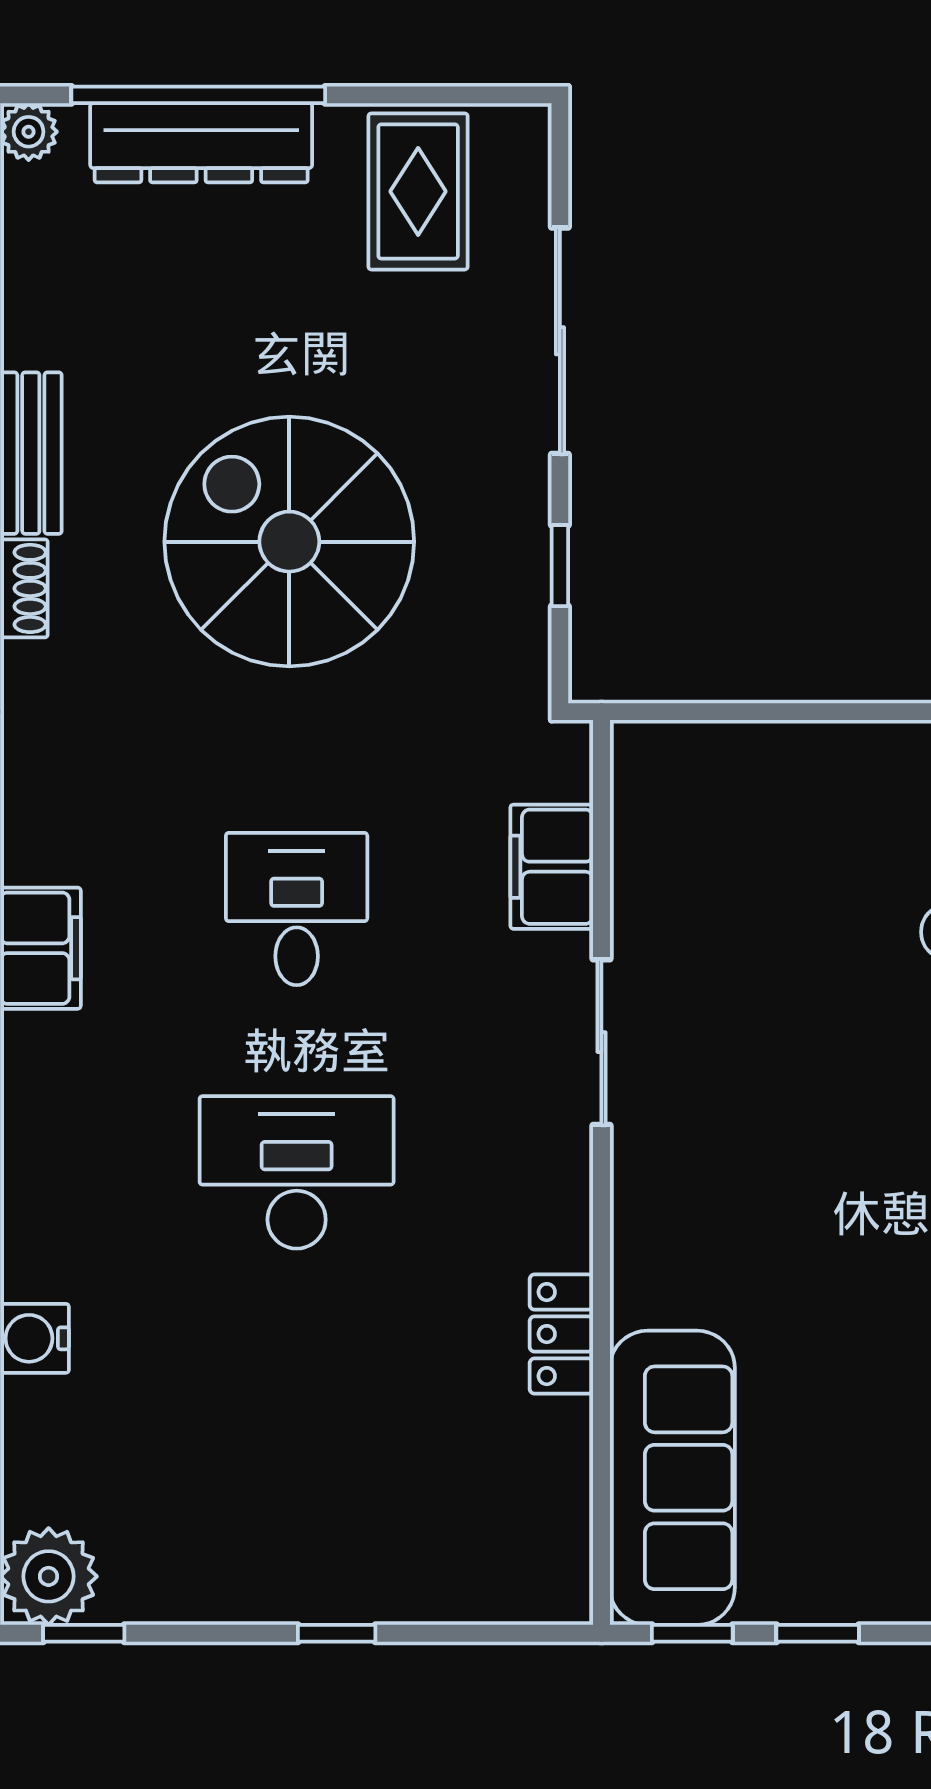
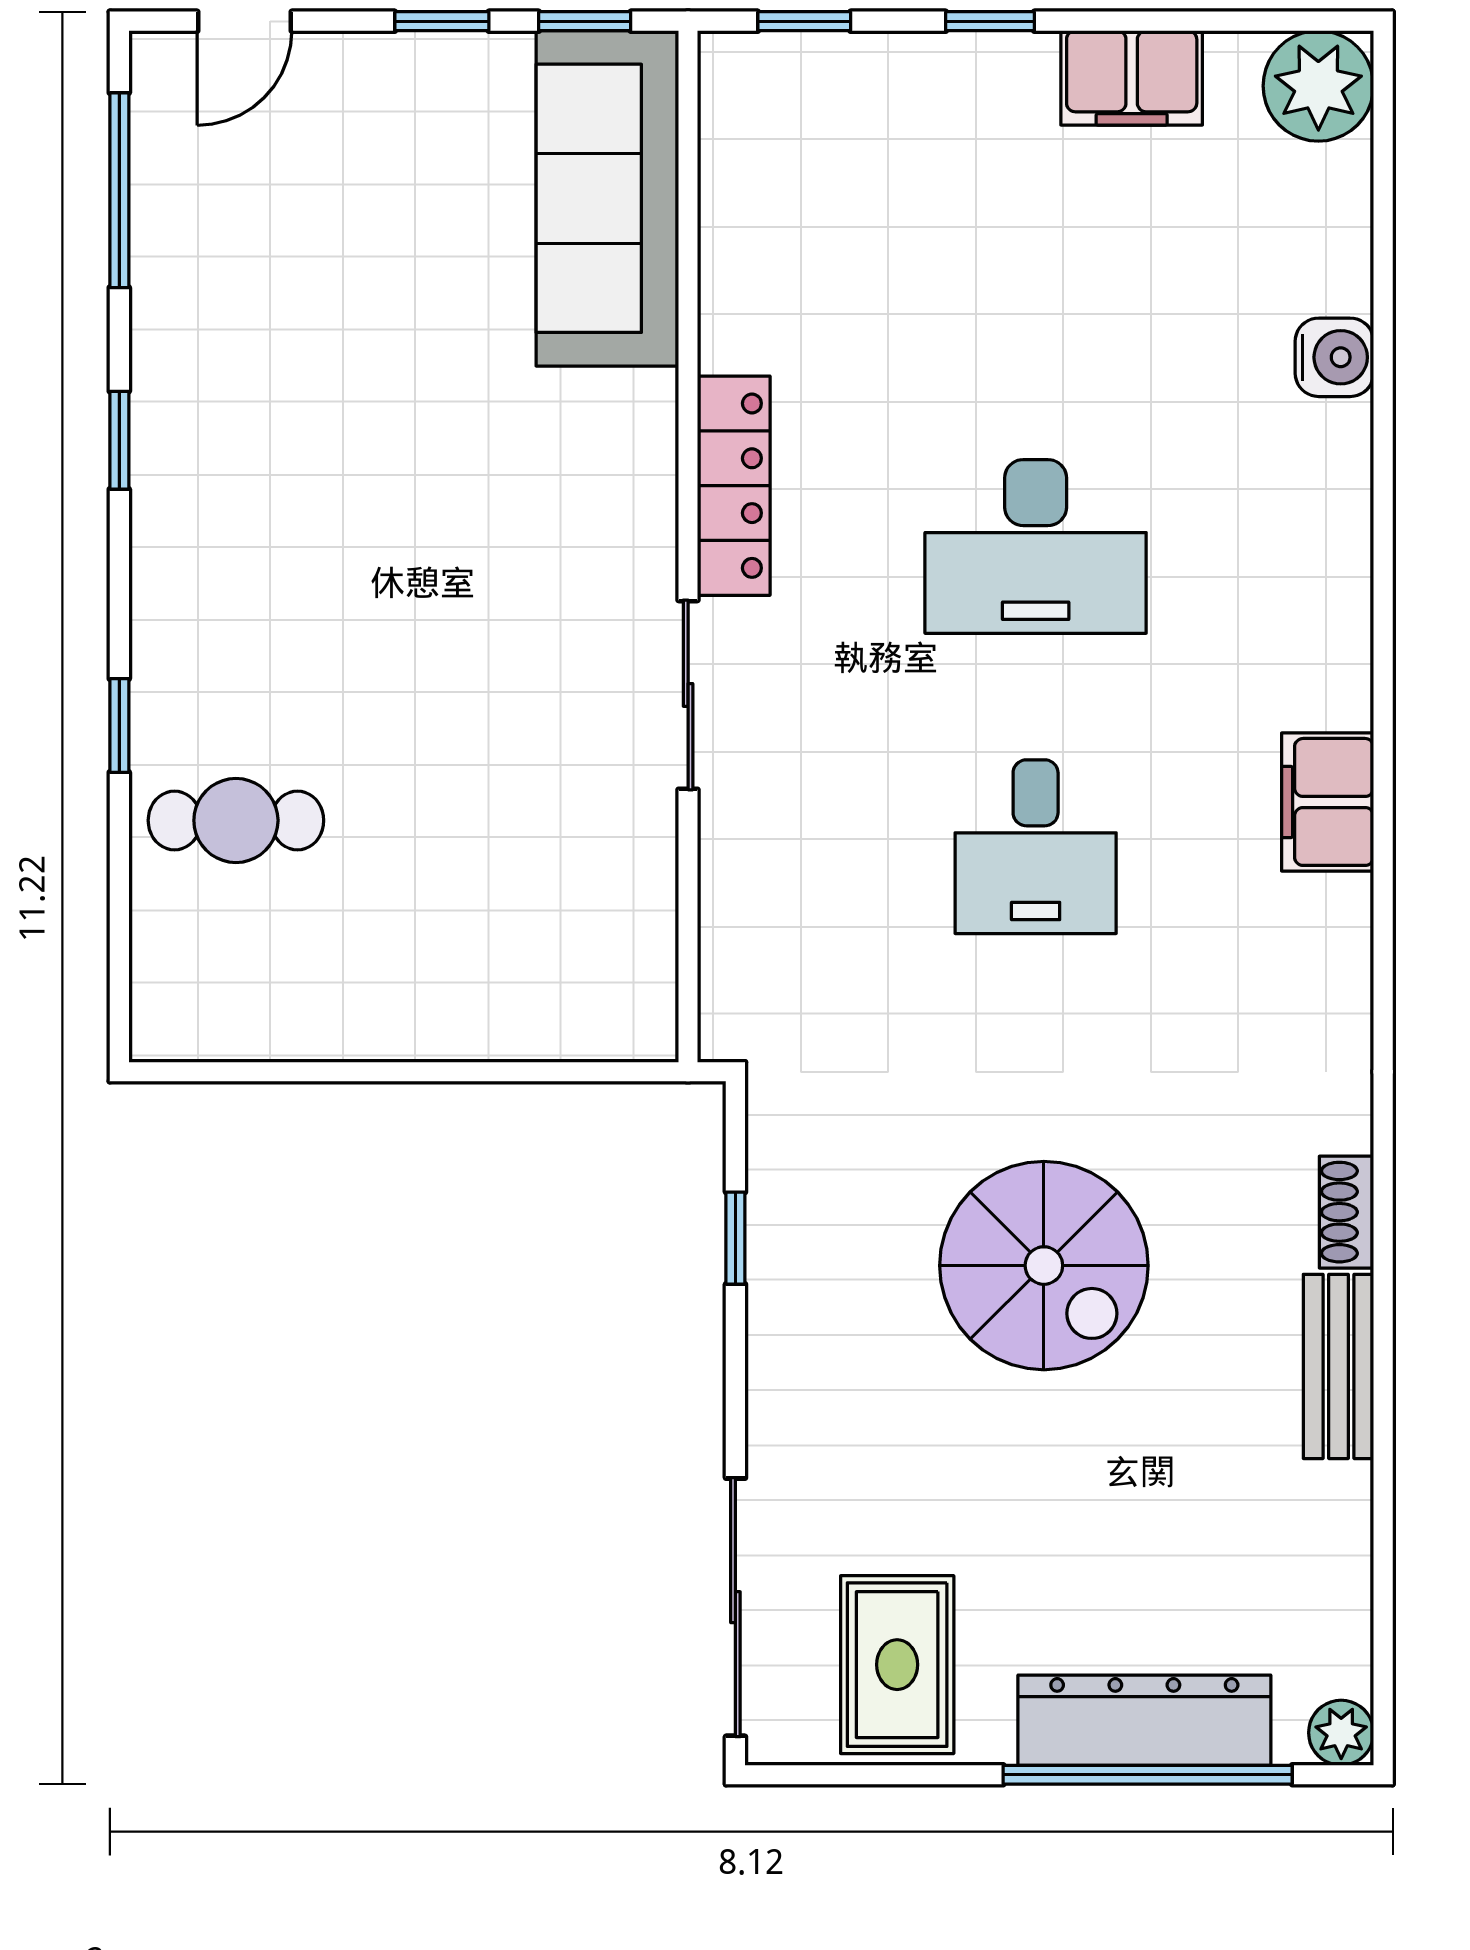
sliding door: (560, 341) -> (735, 1607), moved
spiral stairs: (289, 542) -> (1044, 1266), width x0.73, depth x0.73
filing cabinet: (552, 867) -> (1132, 78), moved, turned 90
locker: (561, 1334) -> (734, 486), moved, width x1.53
window: (84, 1633) -> (804, 21), moved

